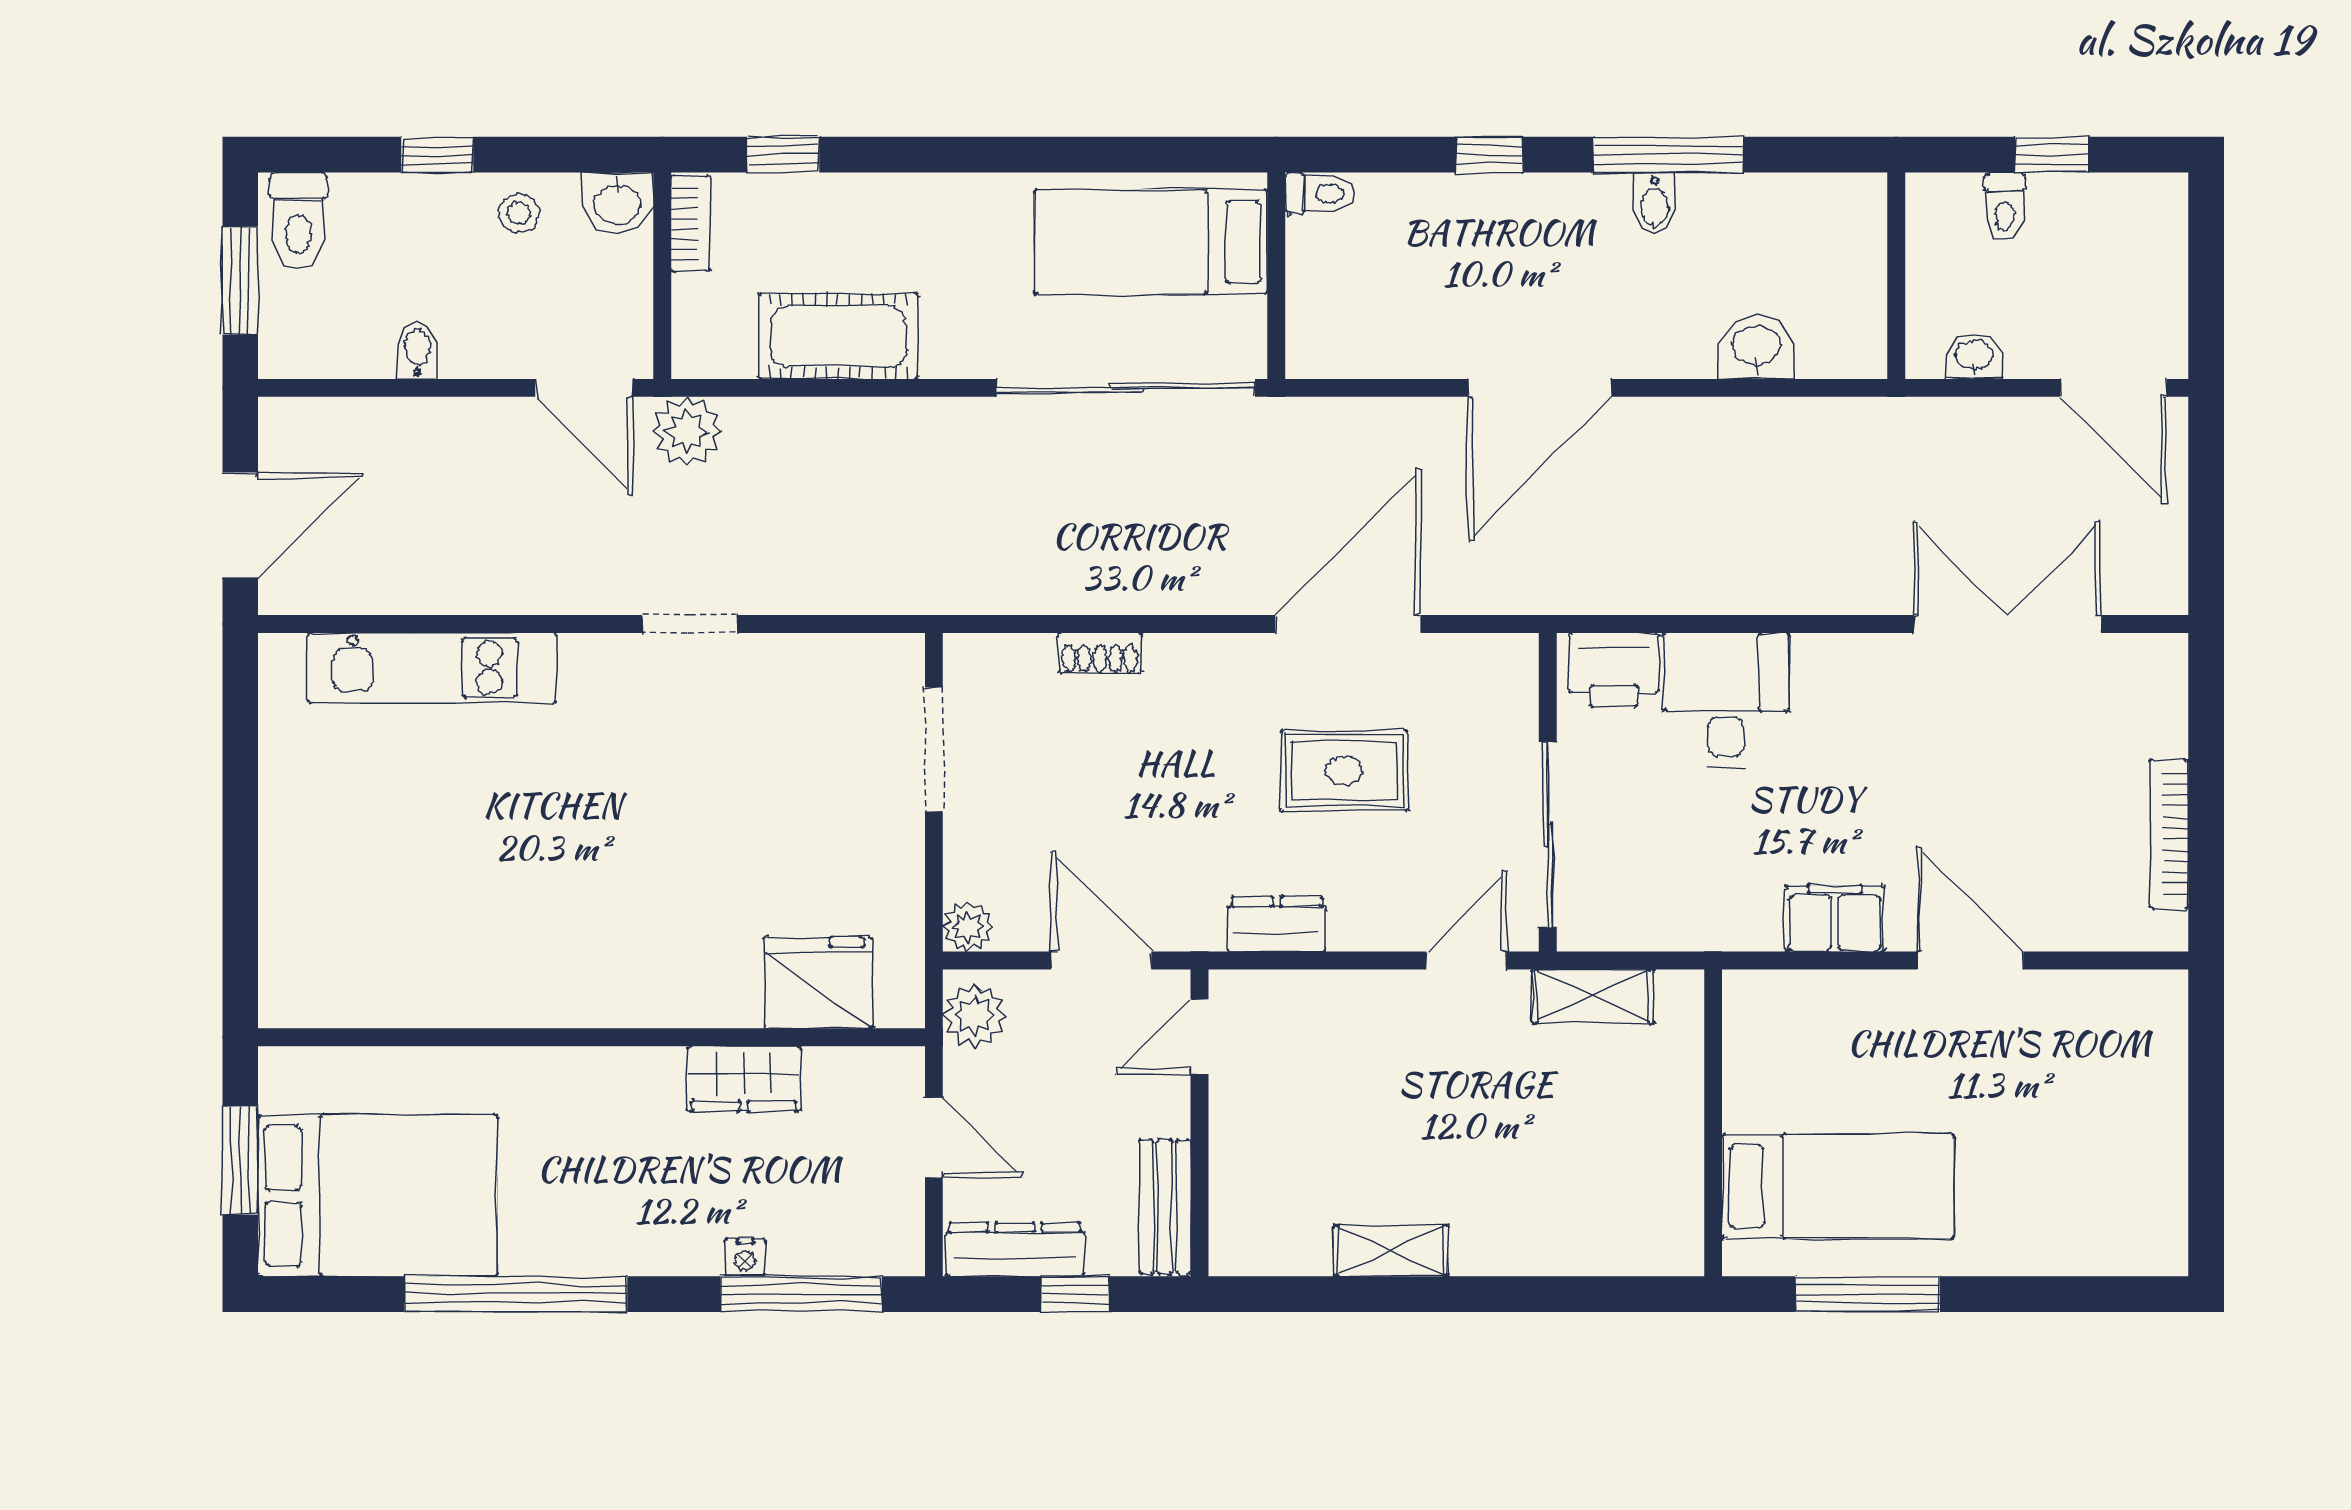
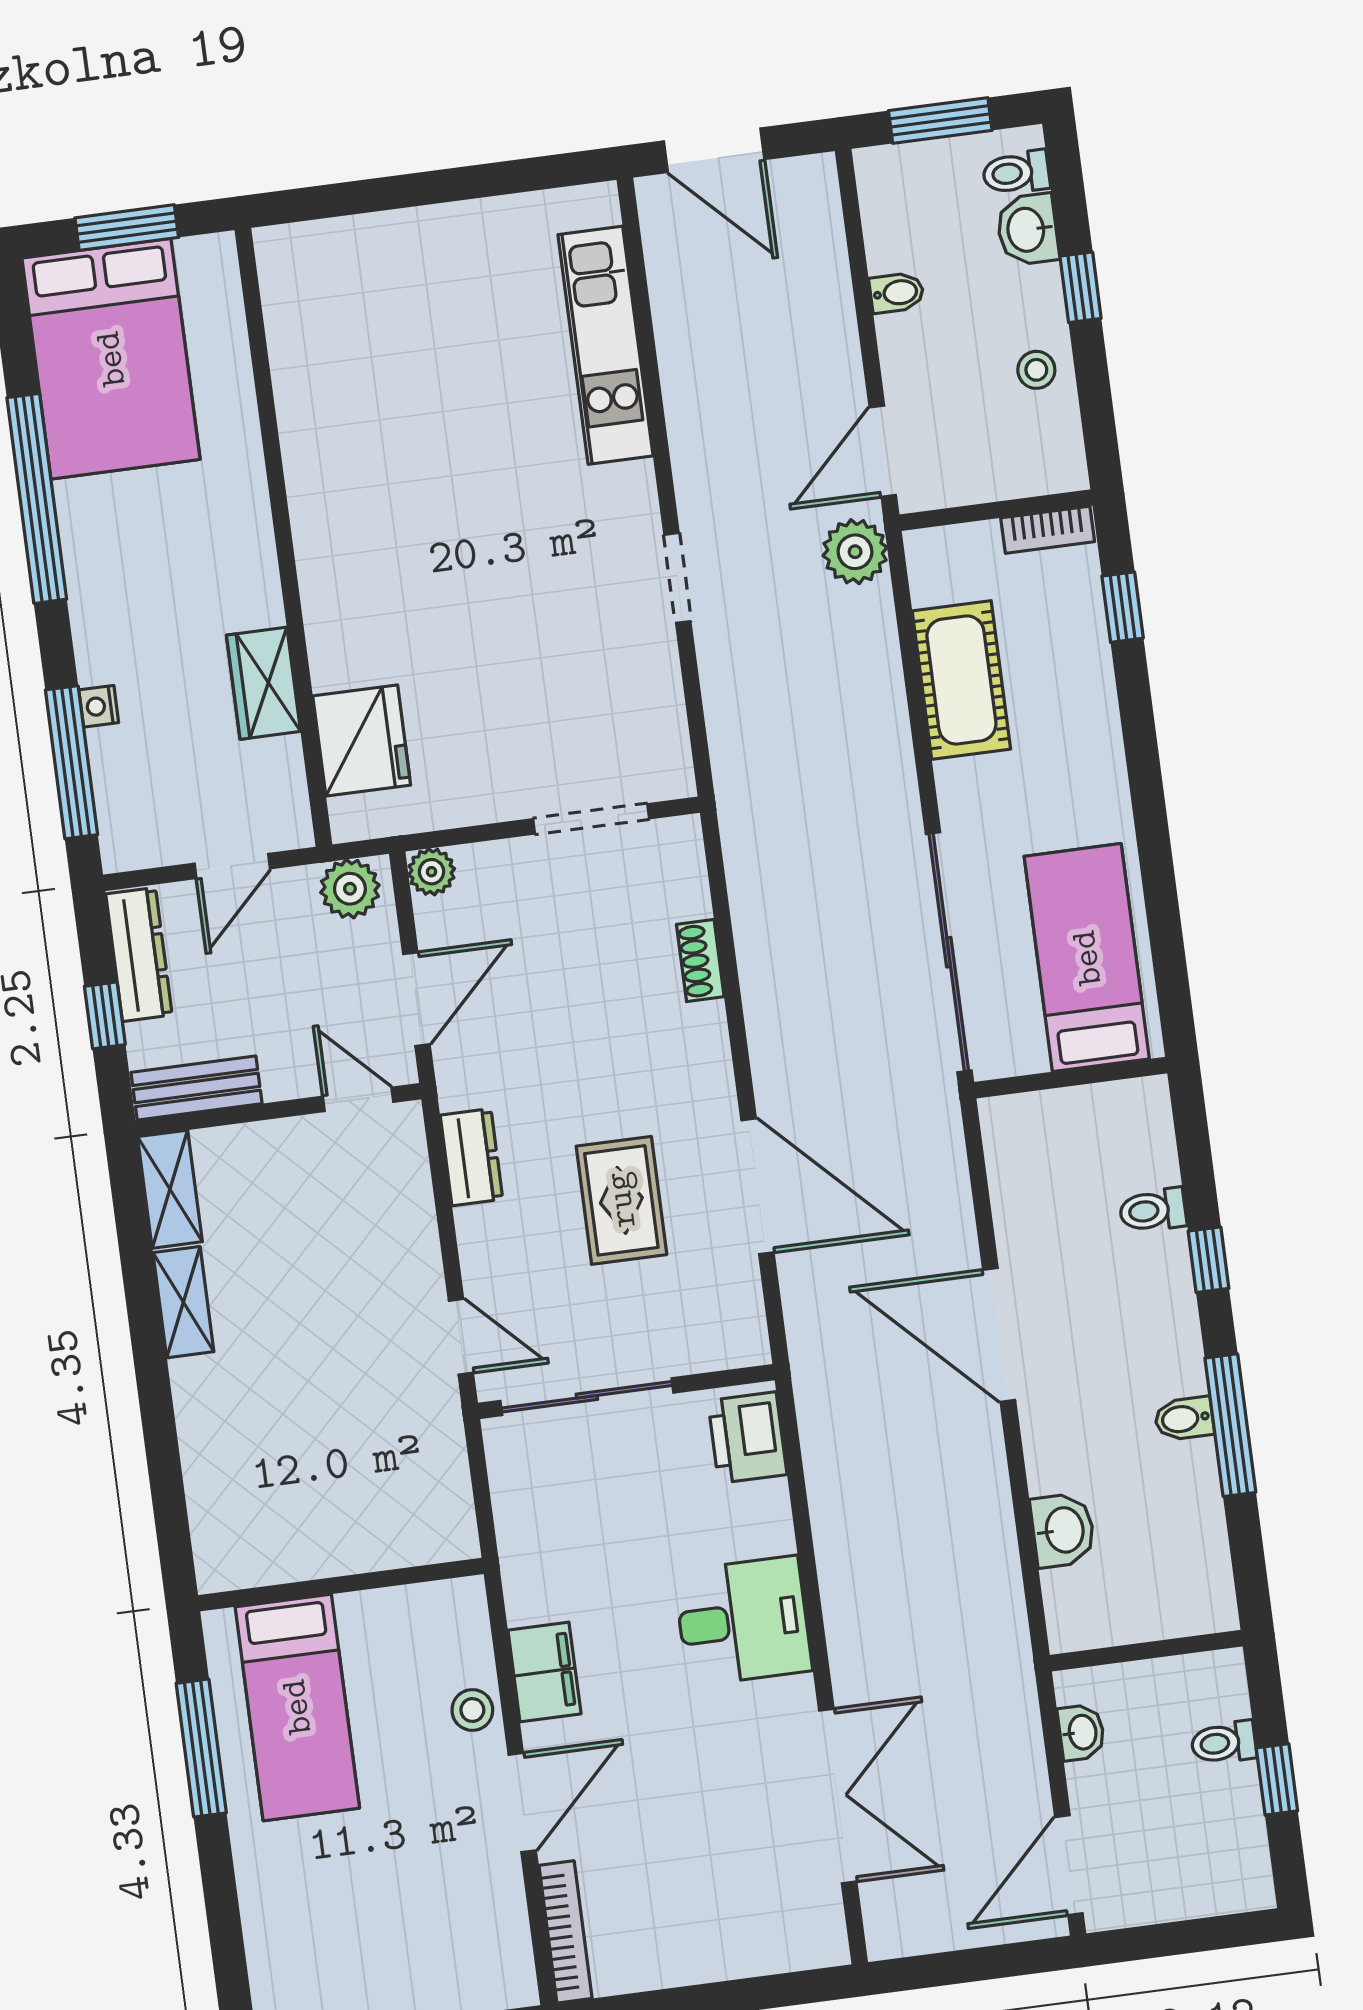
toilet: (1320, 194) -> (1153, 1210), moved, turned 90
washbasin: (617, 203) -> (1027, 230), moved
toilet: (298, 220) -> (1016, 173), width x0.73, depth x0.72
desk: (1726, 700) -> (743, 1621), moved
bookcase: (2169, 834) -> (565, 1932), moved, turned 90
shelving: (1593, 997) -> (170, 1189), moved
stool: (1865, 1000) -> (472, 1710), added

